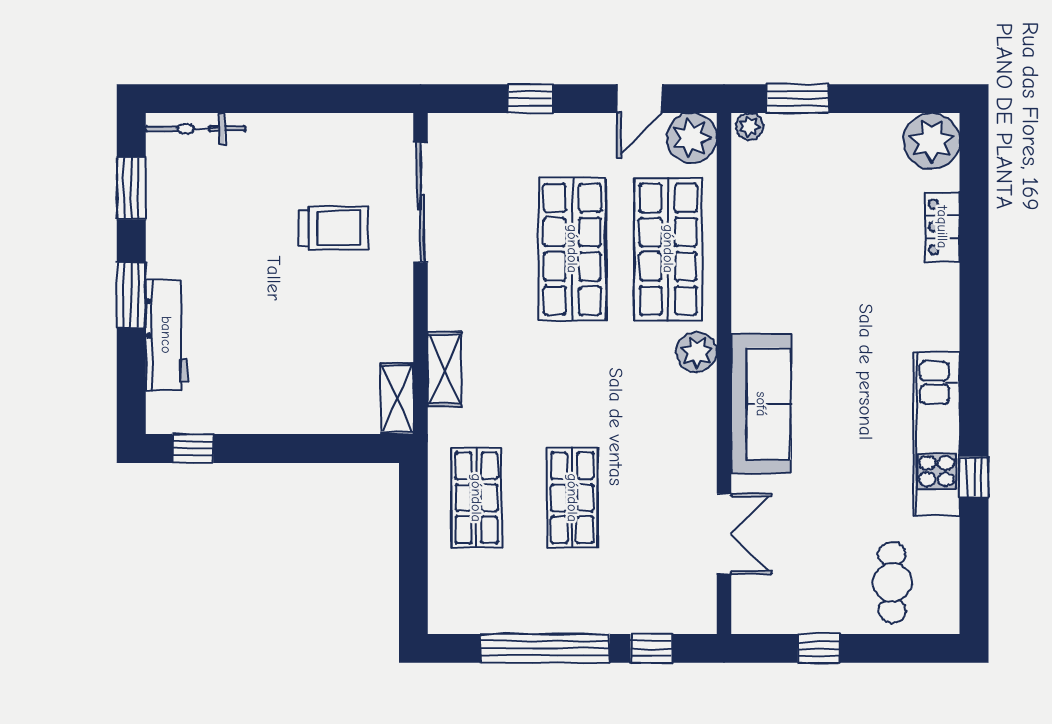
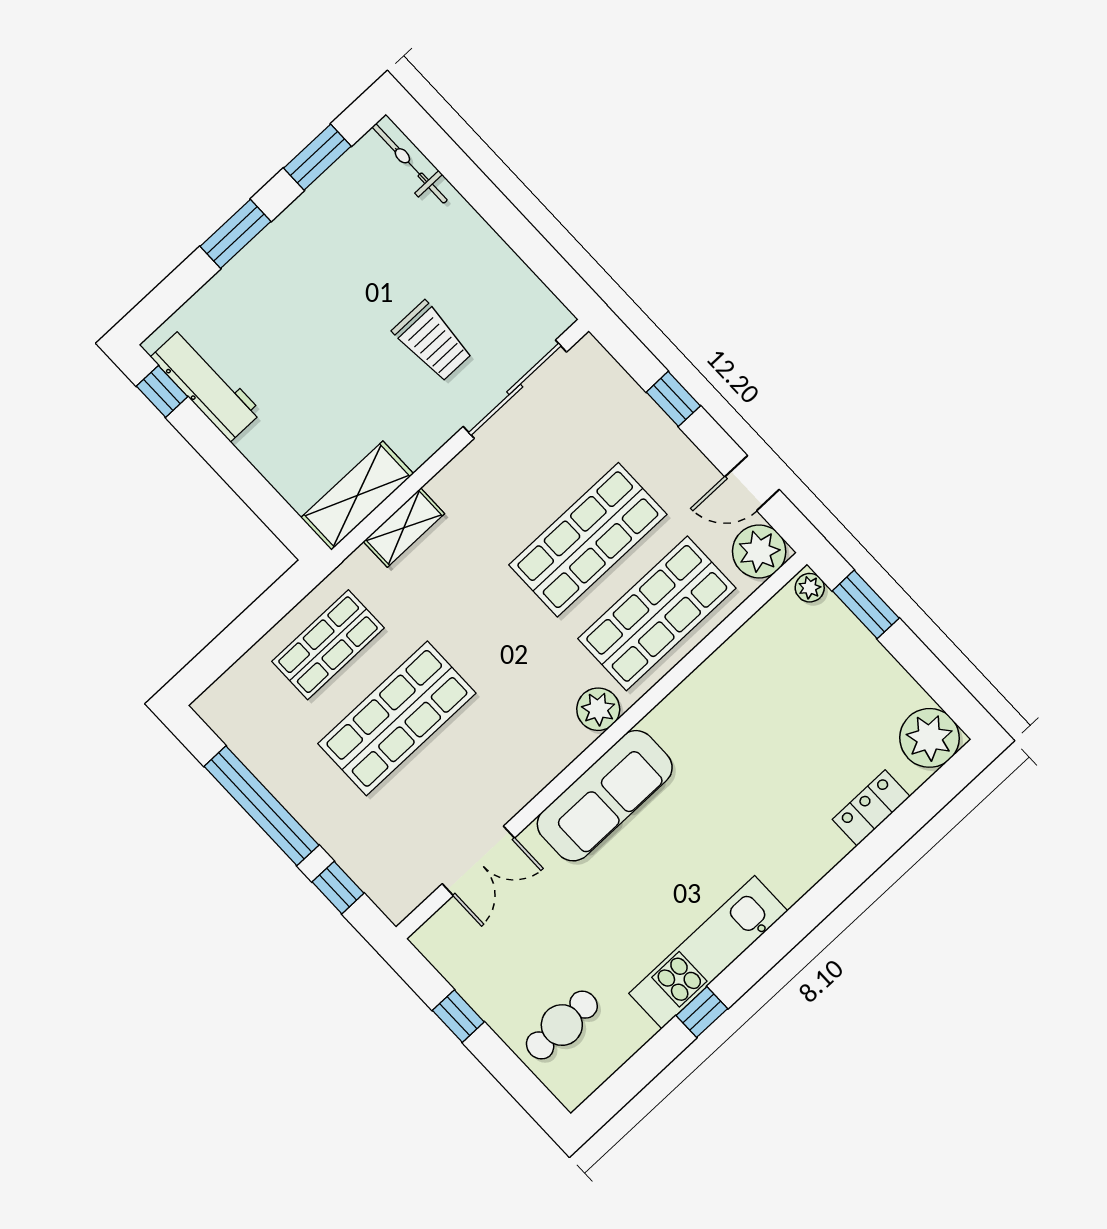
workbench: (166, 335) -> (206, 385), moved, turned -90
shelving: (397, 399) -> (357, 496), width x1.50, depth x1.33
shop shelf: (572, 498) -> (397, 718), width x1.43, depth x1.36

